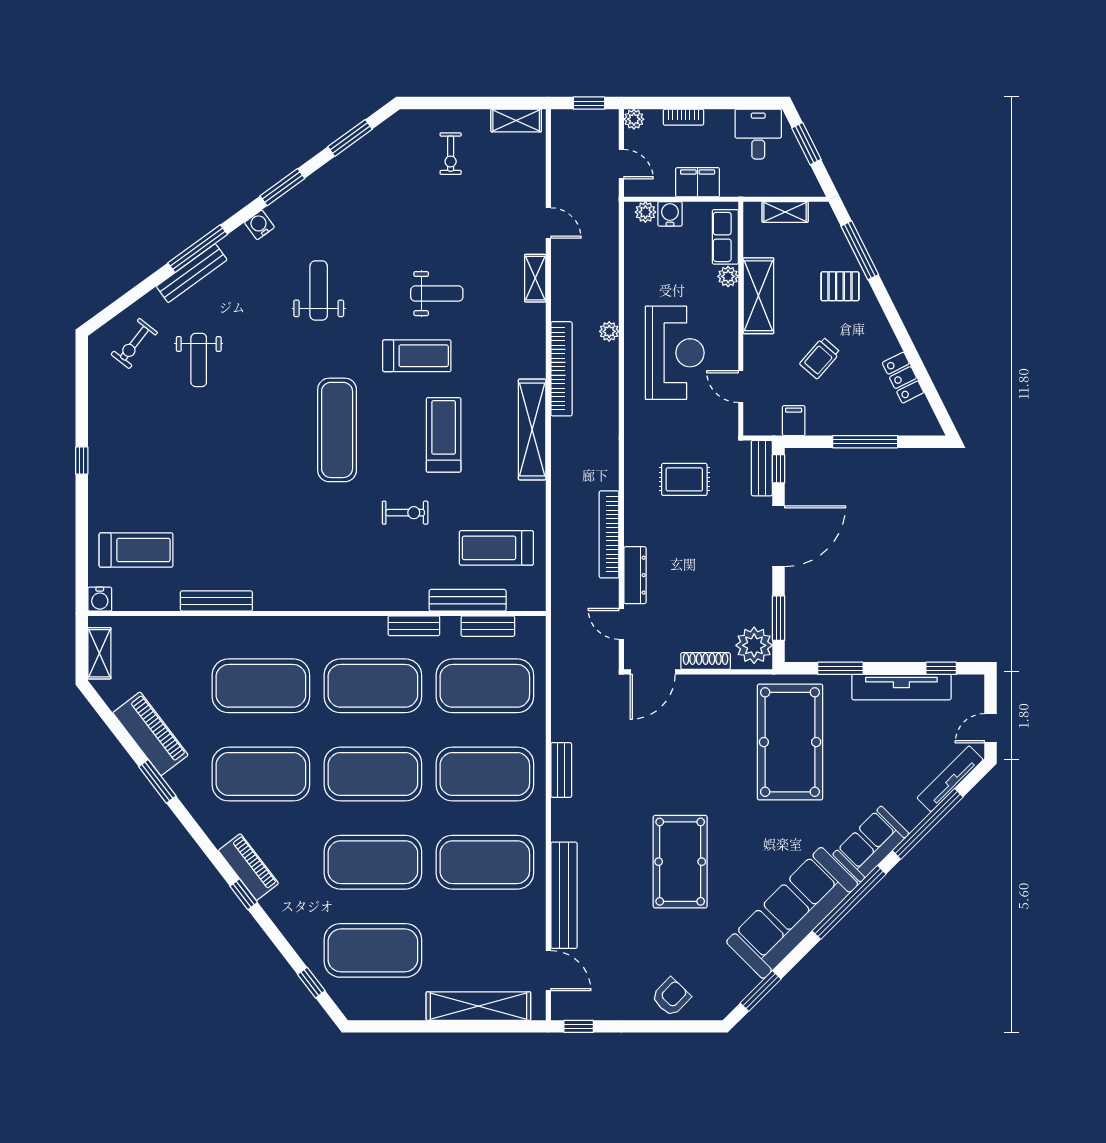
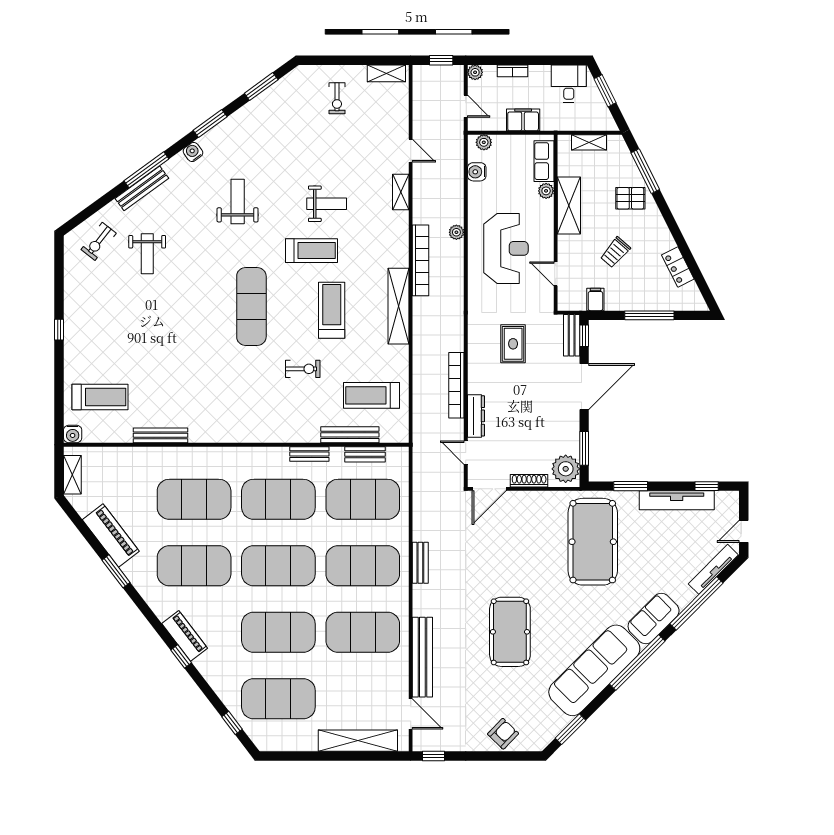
water cooler: (670, 214) -> (477, 172), moved, turned -90
rug: (684, 479) -> (513, 344), turned 90

